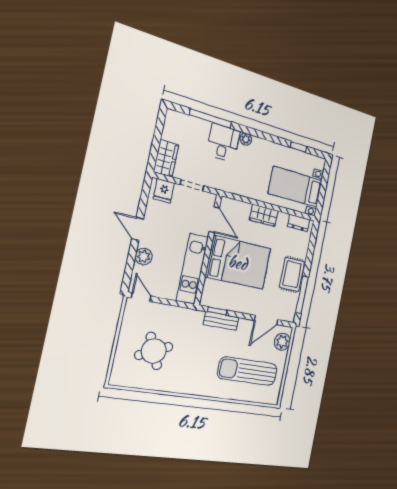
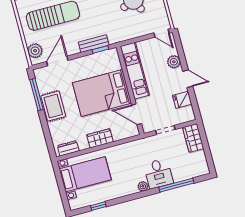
fridge: (164, 191) -> (182, 100), moved, turned -90

